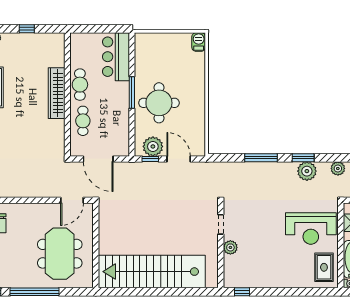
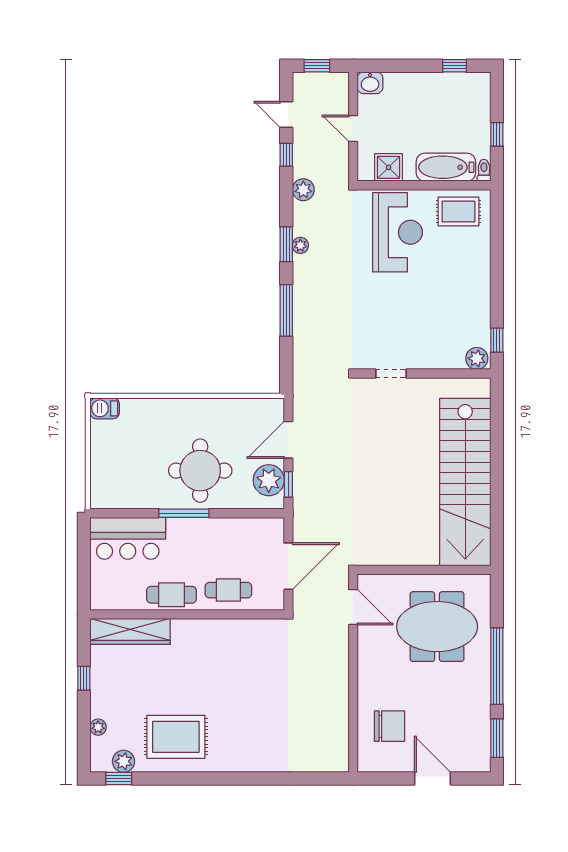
wardrobe: (57, 93) -> (130, 631), moved
plant: (307, 171) -> (300, 245), width x0.53, depth x0.53
plant: (230, 247) -> (477, 358), moved

